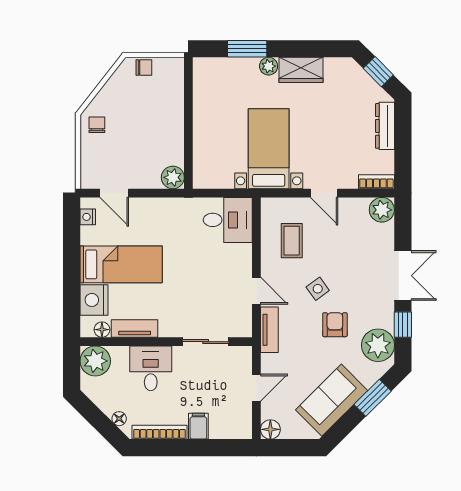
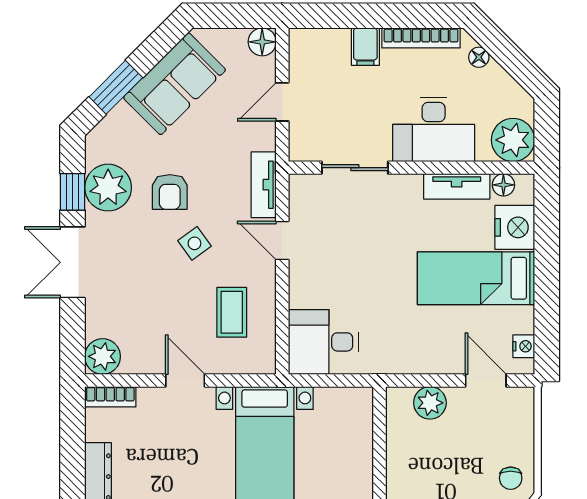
plant: (173, 177) -> (430, 403), moved
plant: (378, 345) -> (108, 188), moved
desk: (151, 368) -> (434, 129), width x1.37

